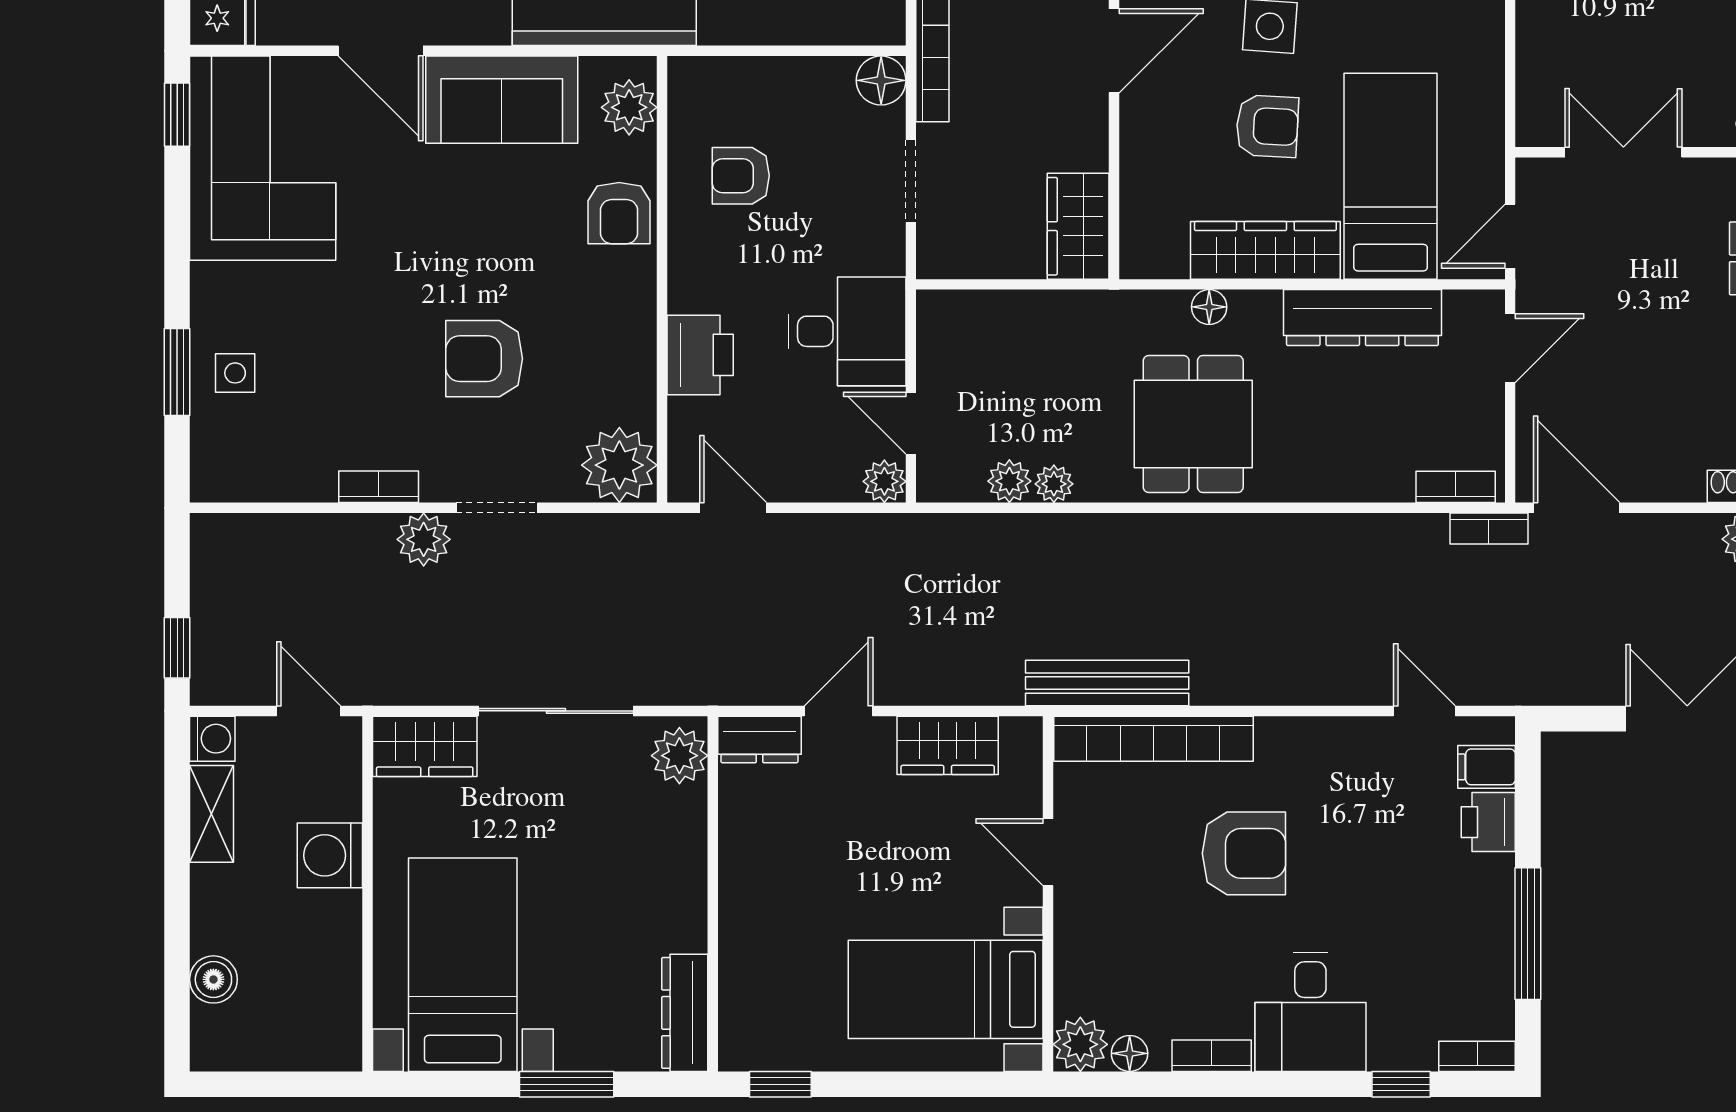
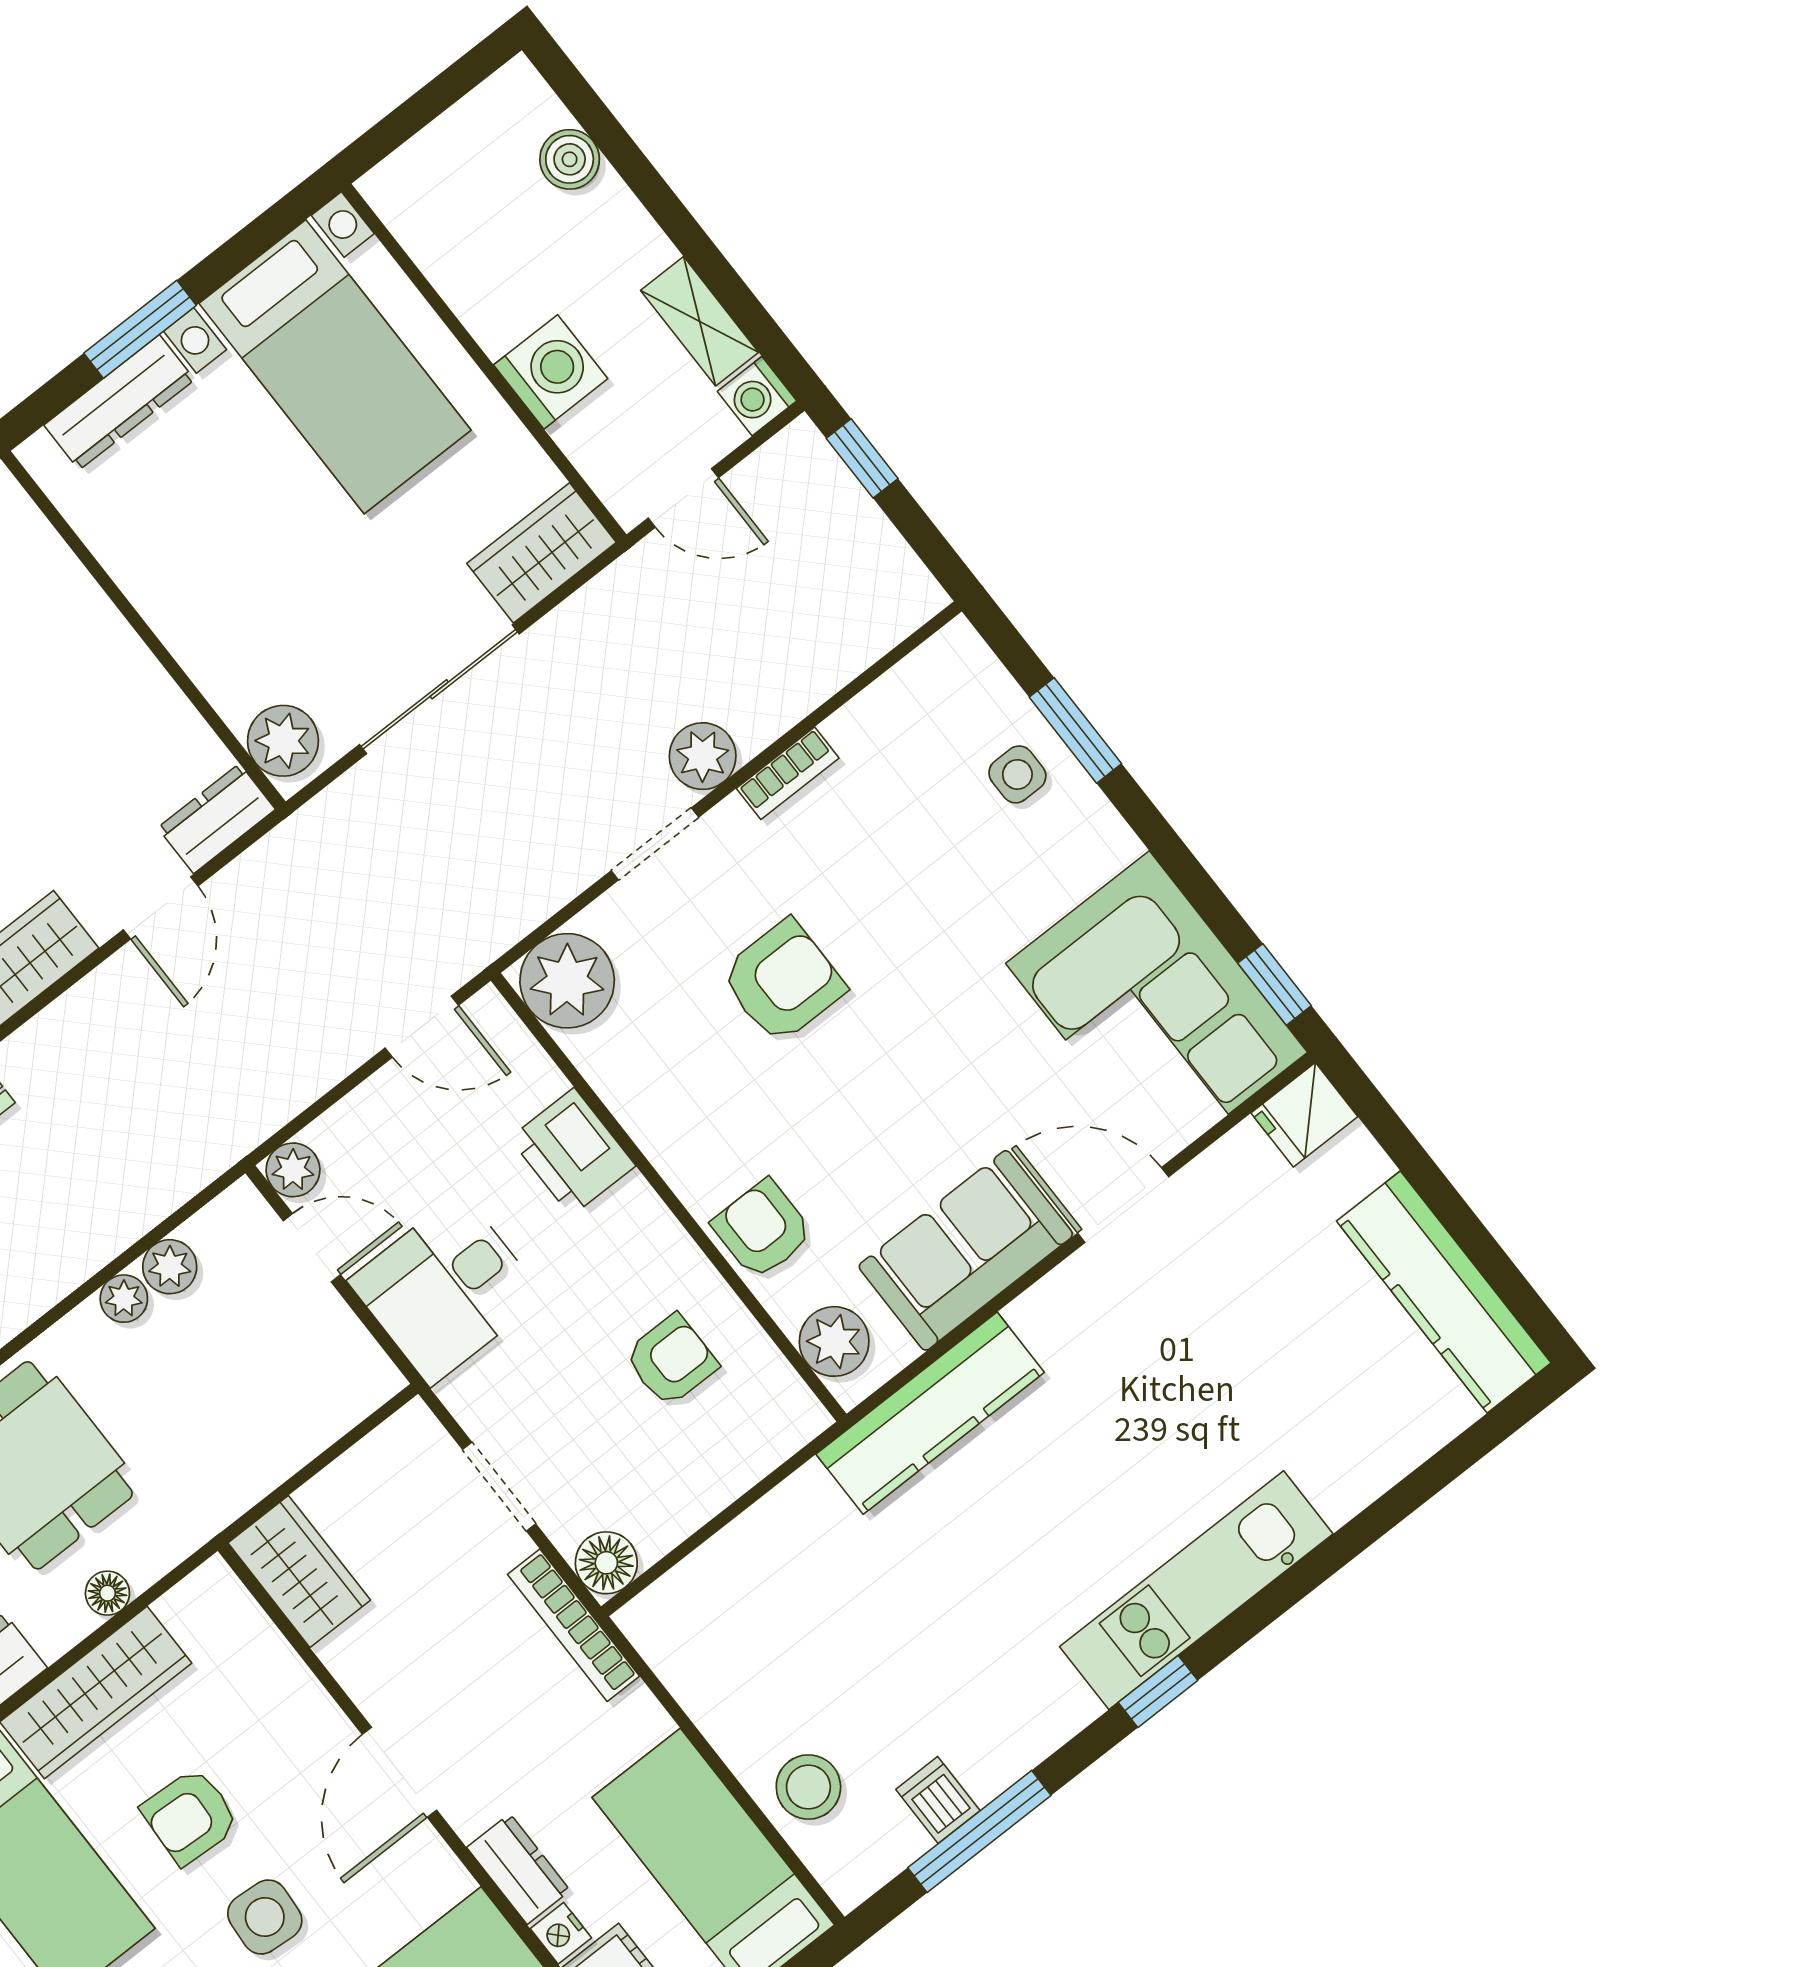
dresser: (685, 1013) -> (119, 402), moved, turned 90

